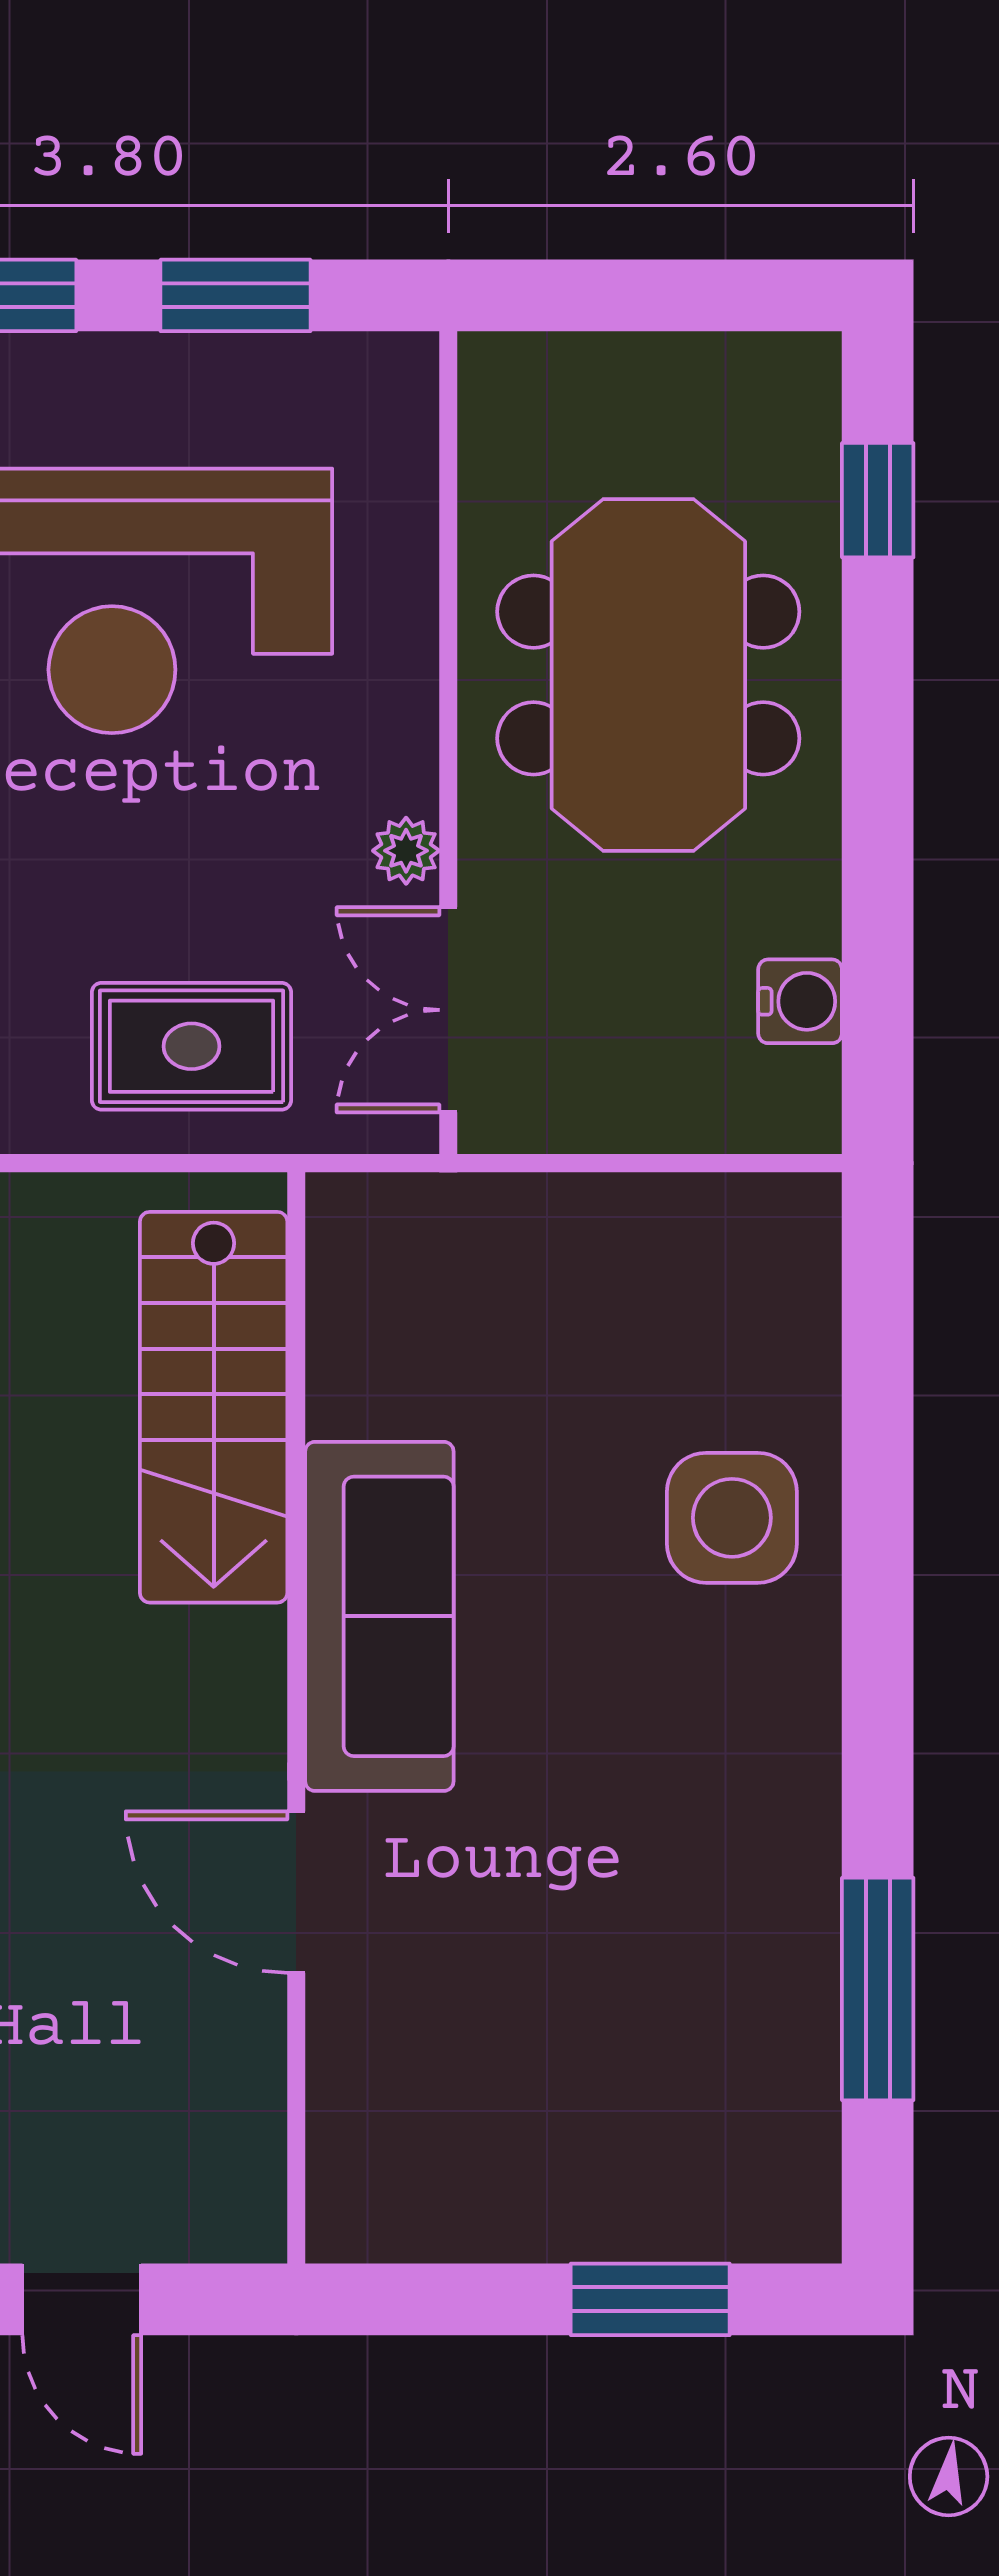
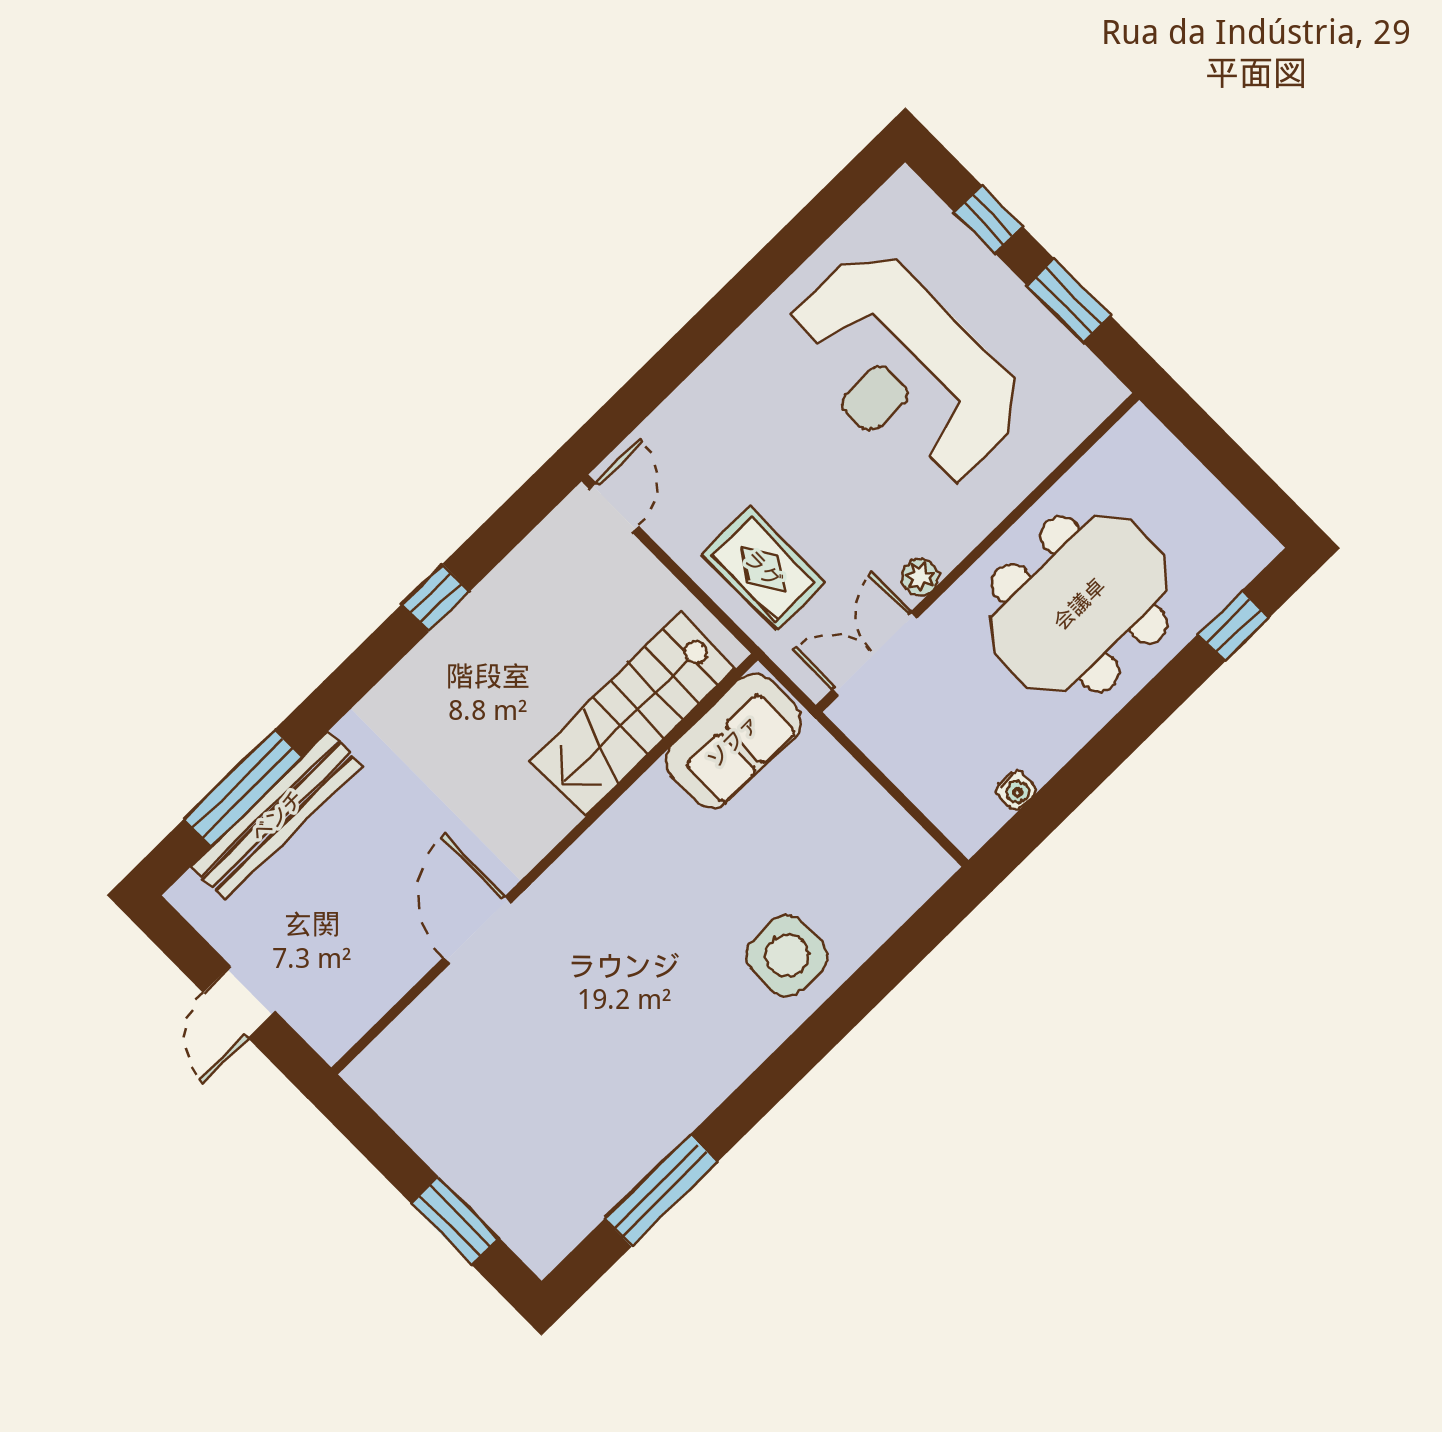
water cooler: (800, 1001) -> (1016, 790), width x0.72, depth x0.72
sofa: (379, 1616) -> (733, 741), moved, width x0.73

